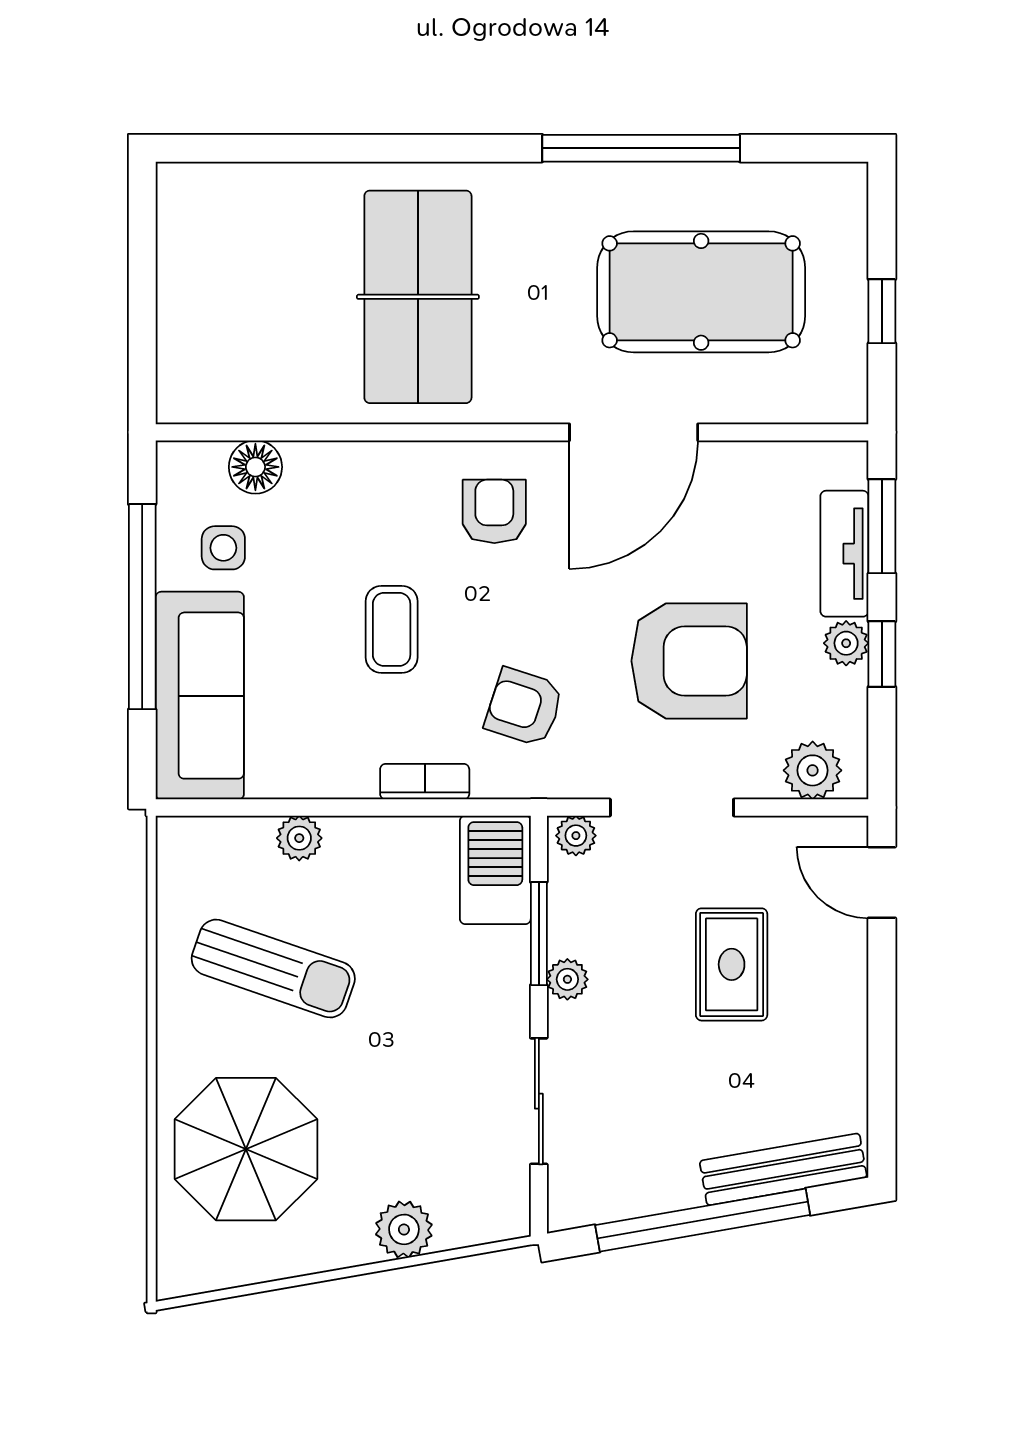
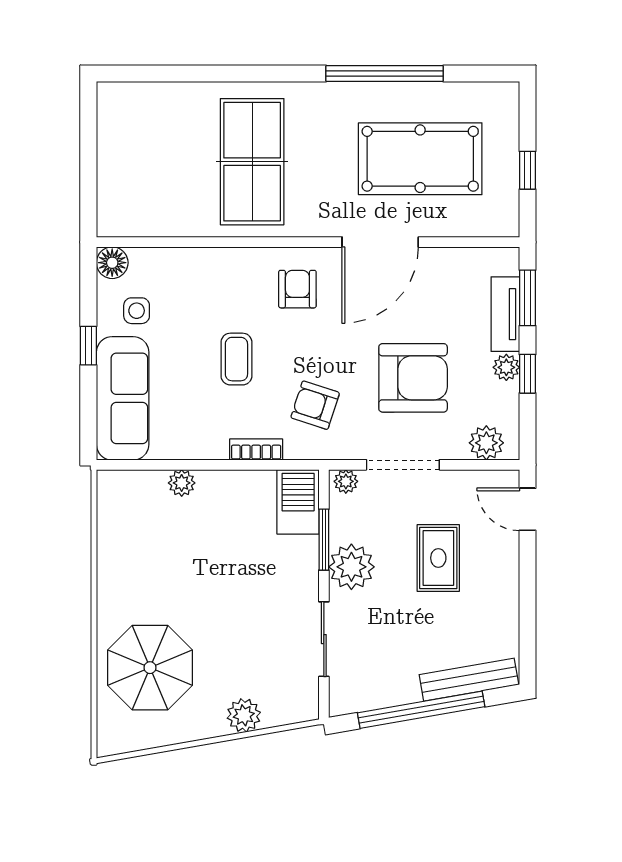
floor lamp: (255, 467) -> (112, 263), moved
window: (142, 607) -> (88, 346), width x0.32
sun lounger: (273, 969) -> (166, 560), removed
plant: (567, 979) -> (351, 567), width x1.88, depth x1.88

